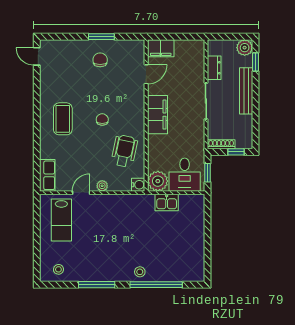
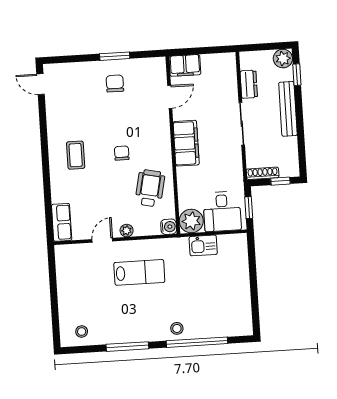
coffee table: (63, 119) -> (76, 155), width x0.73, depth x0.77
lab bench: (61, 220) -> (139, 272), moved, turned -90

